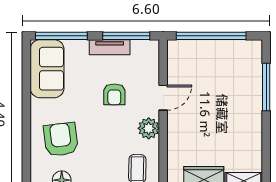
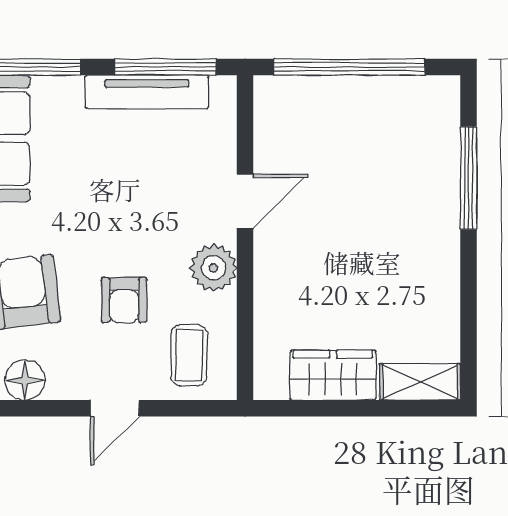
tv unit: (110, 47) -> (147, 92), width x1.41
armchair: (114, 94) -> (124, 300), moved

